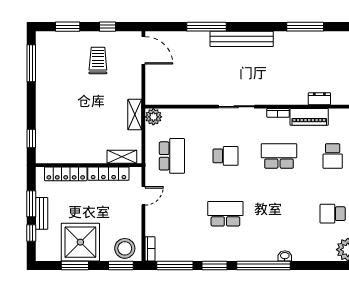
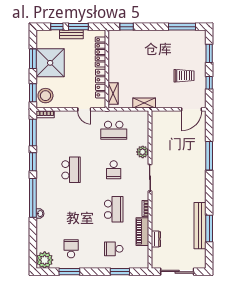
bench: (242, 39) -> (200, 226), moved
plant: (153, 117) -> (143, 152), moved

